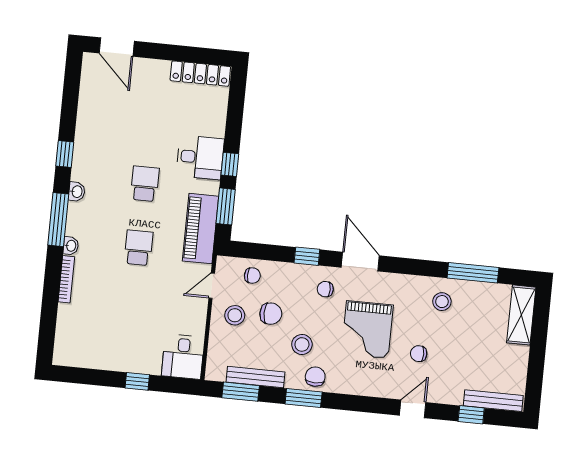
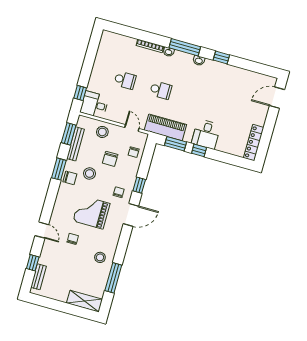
school desk: (145, 184) -> (125, 80), moved
stool: (235, 315) -> (102, 132), moved
window: (137, 381) -> (80, 93), moved
bench: (493, 401) -> (39, 277), width x0.73

